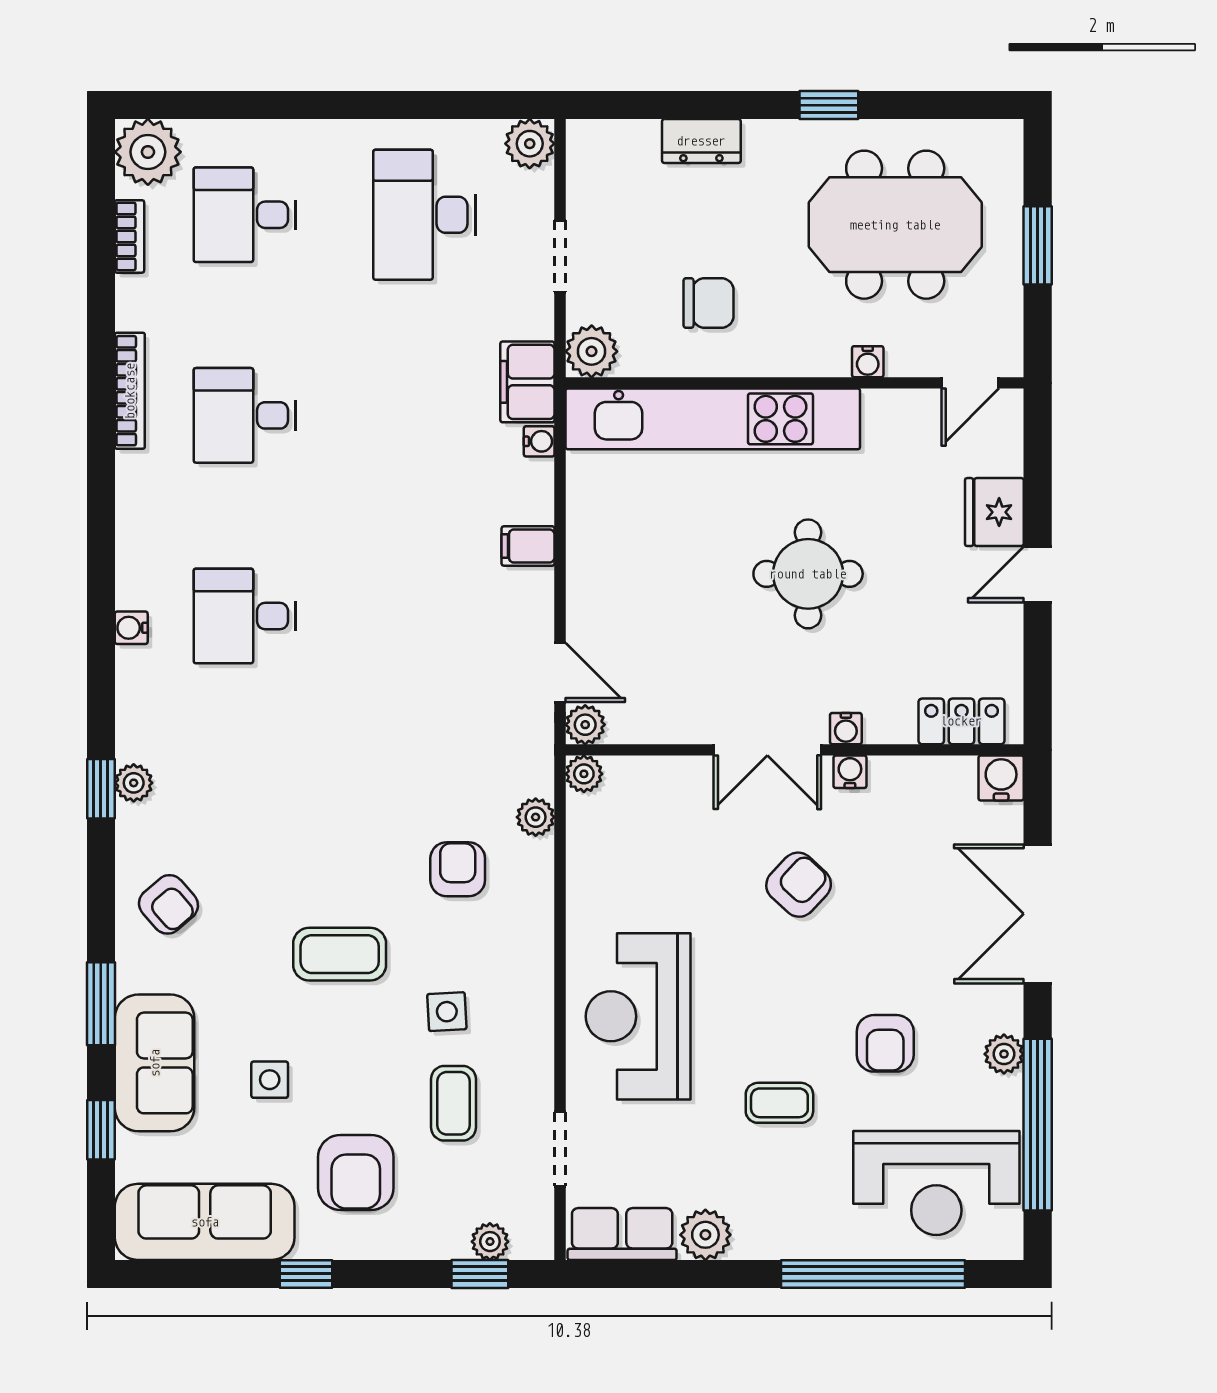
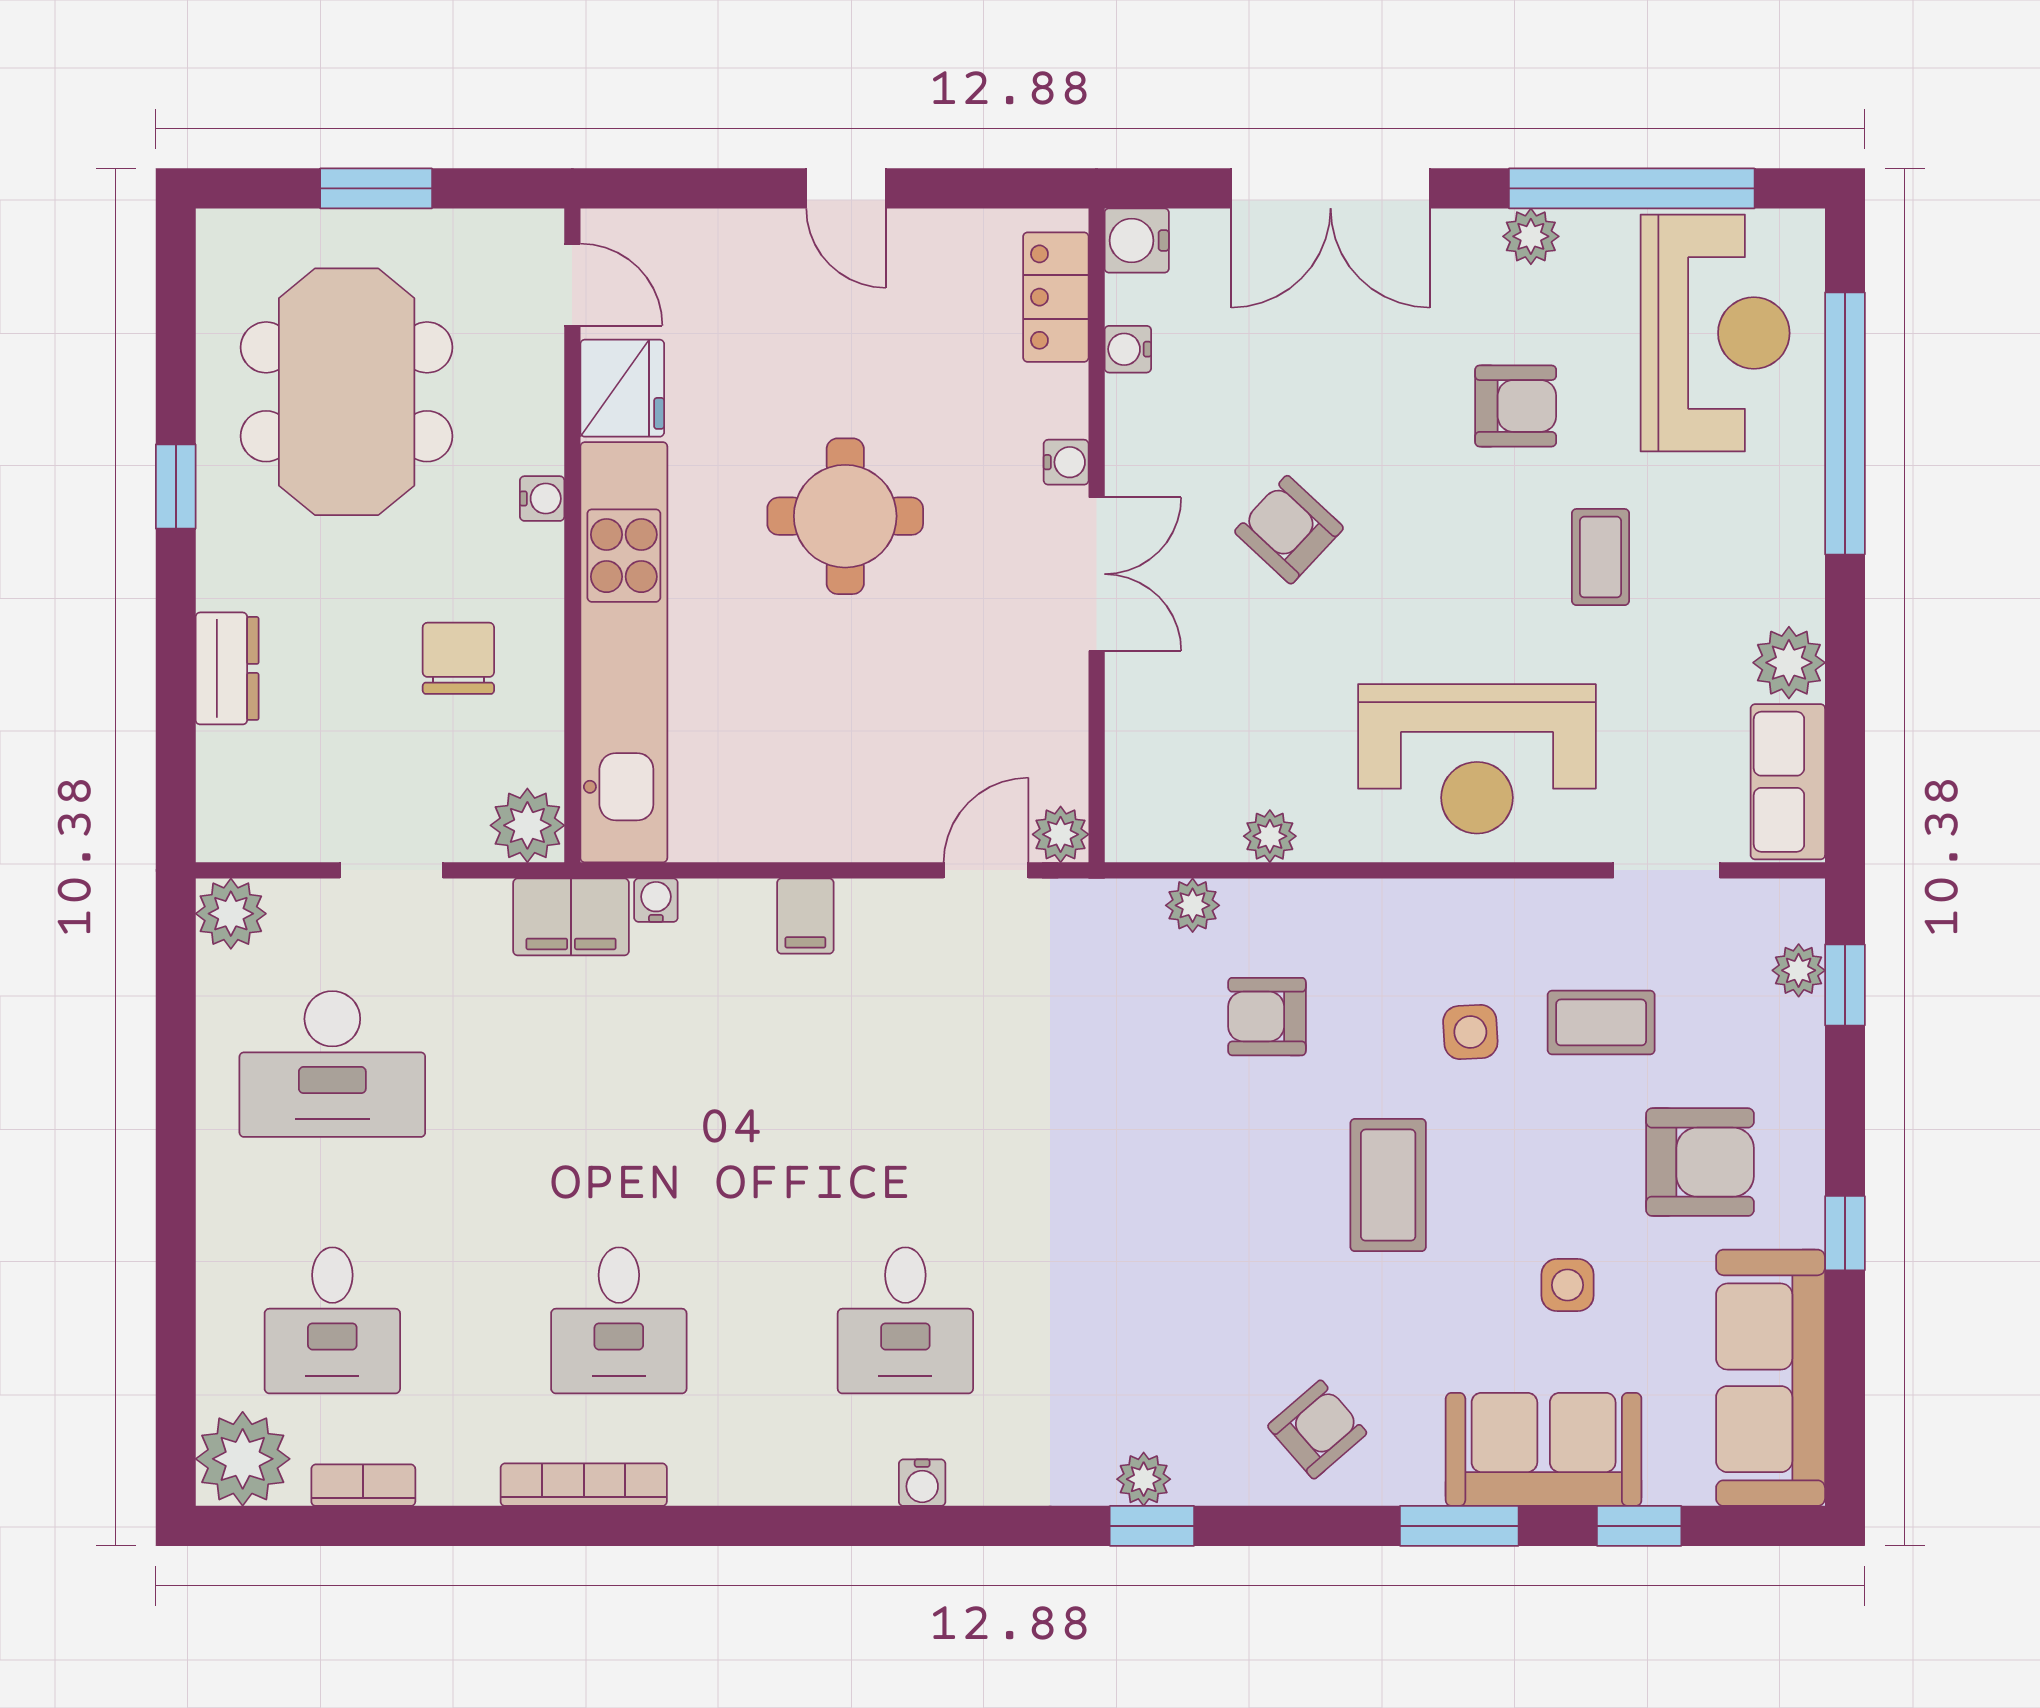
water cooler: (868, 362) -> (542, 499), moved
fridge: (994, 512) -> (622, 388), moved, turned -90
water cooler: (850, 772) -> (1128, 349), moved
plant: (584, 774) -> (1270, 836), moved

